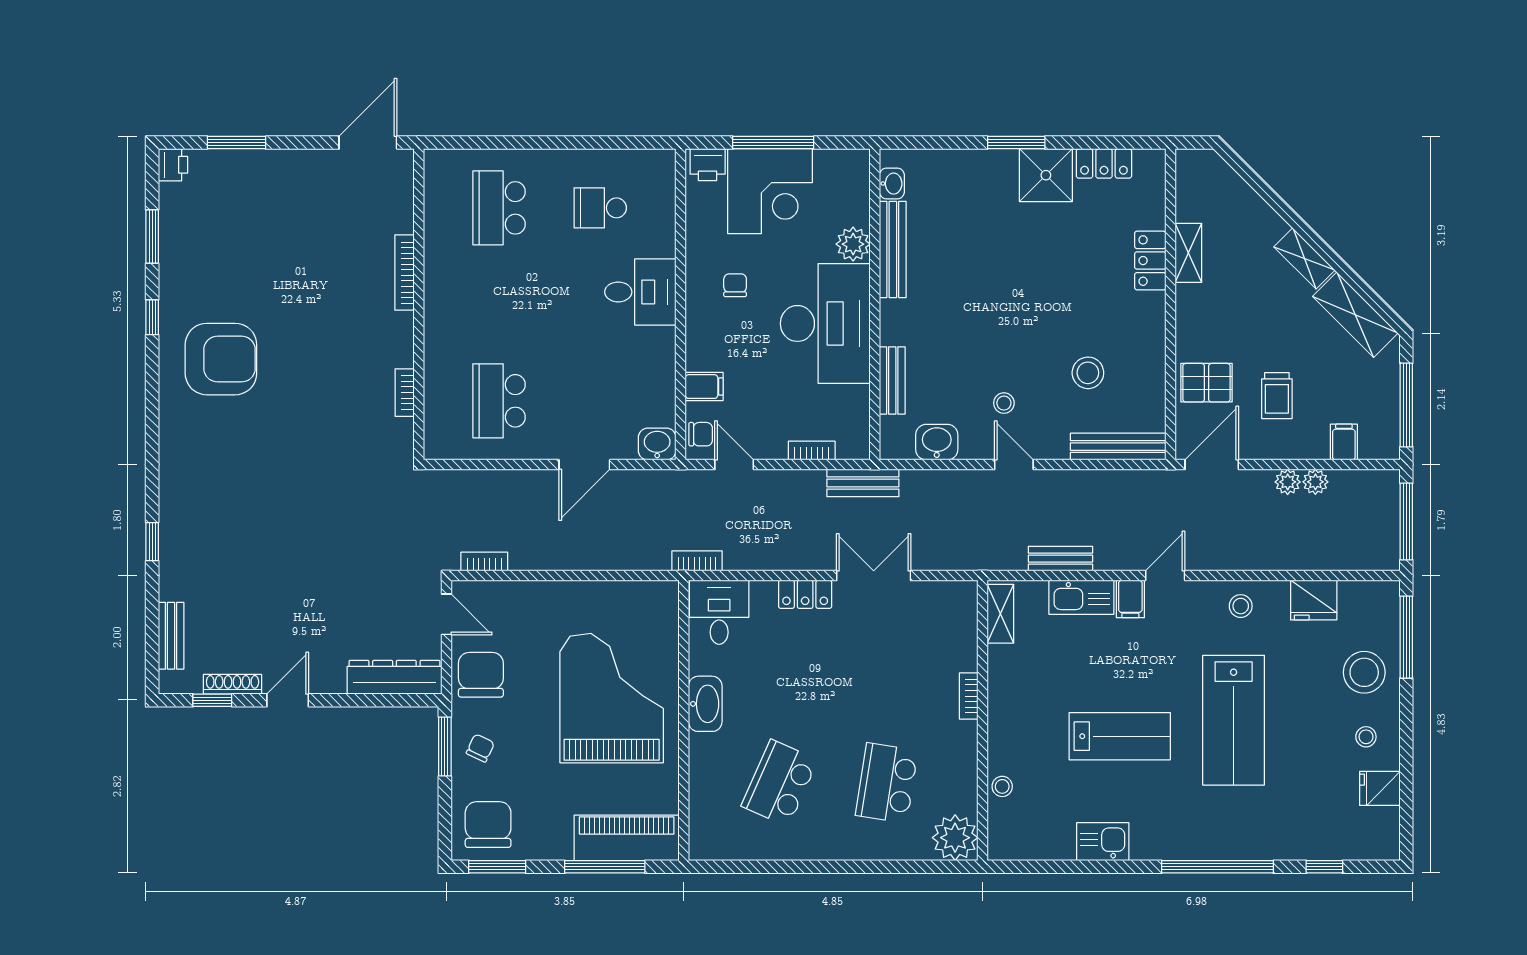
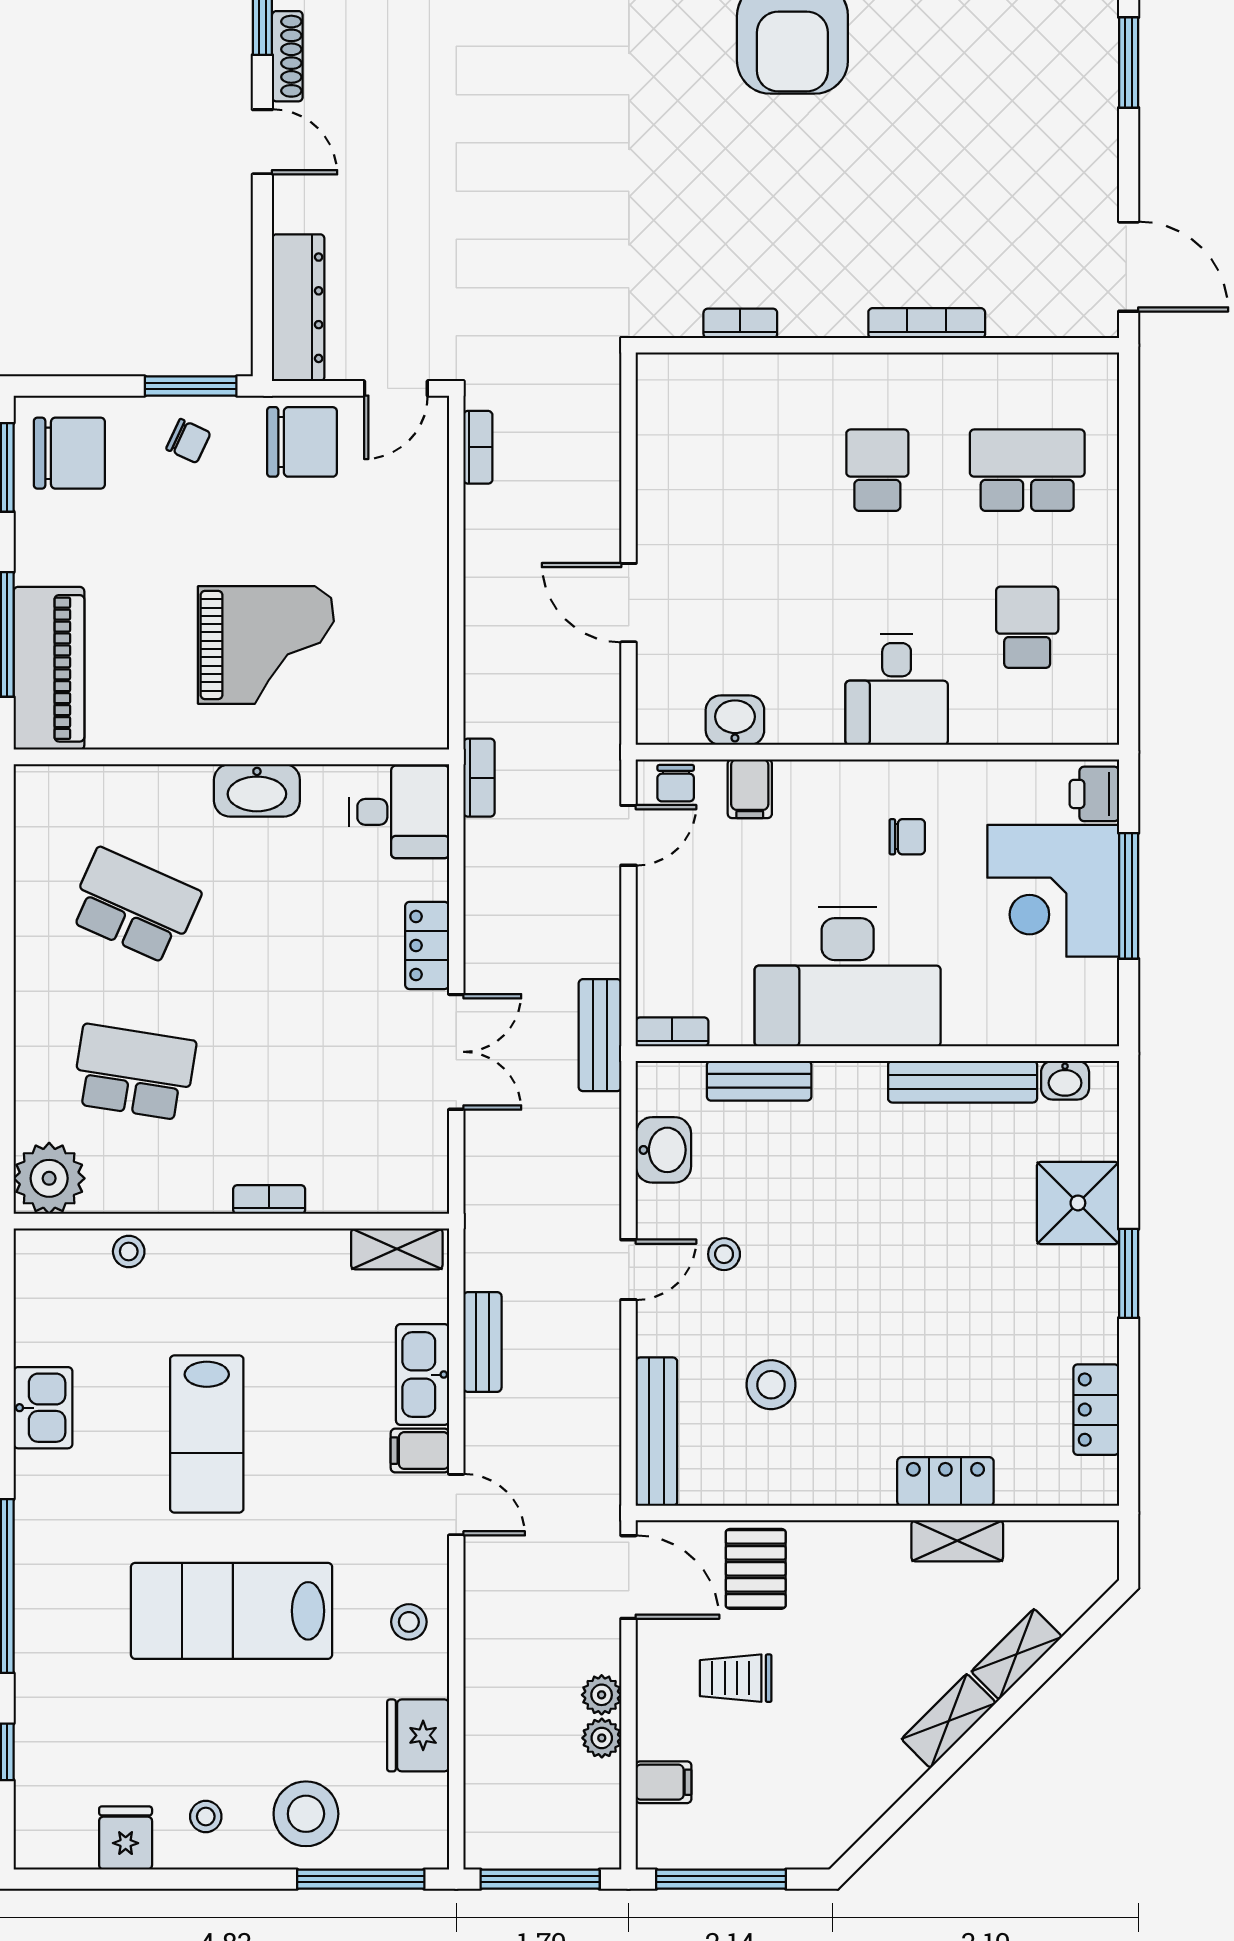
shower: (1046, 175) -> (1078, 1203), moved
plant: (853, 244) -> (971, 1020), removed
shelving: (1355, 315) -> (1017, 1654), moved, width x0.67, depth x0.75
school desk: (499, 401) -> (877, 470), moved, width x0.54
washbasin: (657, 444) -> (735, 720), moved, turned -90
bookcase: (812, 451) -> (672, 1032), moved, turned -90
grand piano: (612, 698) -> (266, 645), width x0.73, depth x0.68

